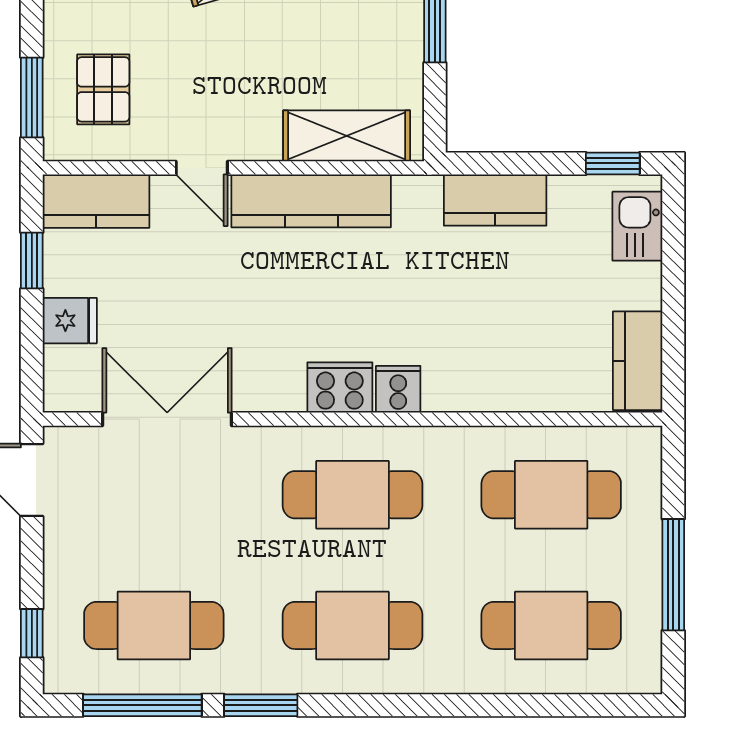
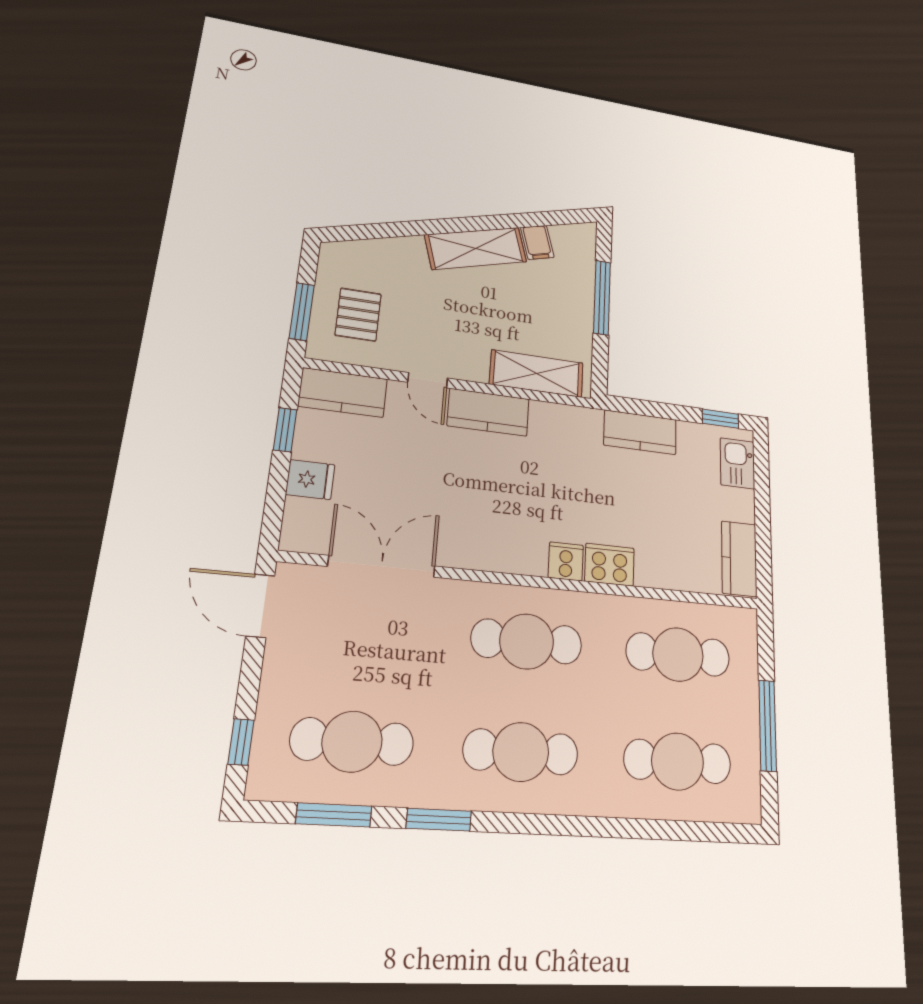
kitchen counter: (311, 201) -> (488, 412), width x0.67
cooker: (340, 388) -> (609, 565), moved
window: (142, 705) -> (334, 815), width x0.69

